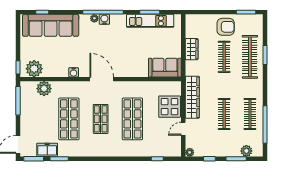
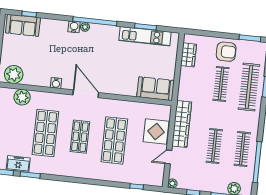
water cooler: (104, 19) -> (74, 27), moved
sofa: (51, 25) -> (23, 25), width x0.54, depth x0.79
wardrobe: (192, 49) -> (188, 55), moved

